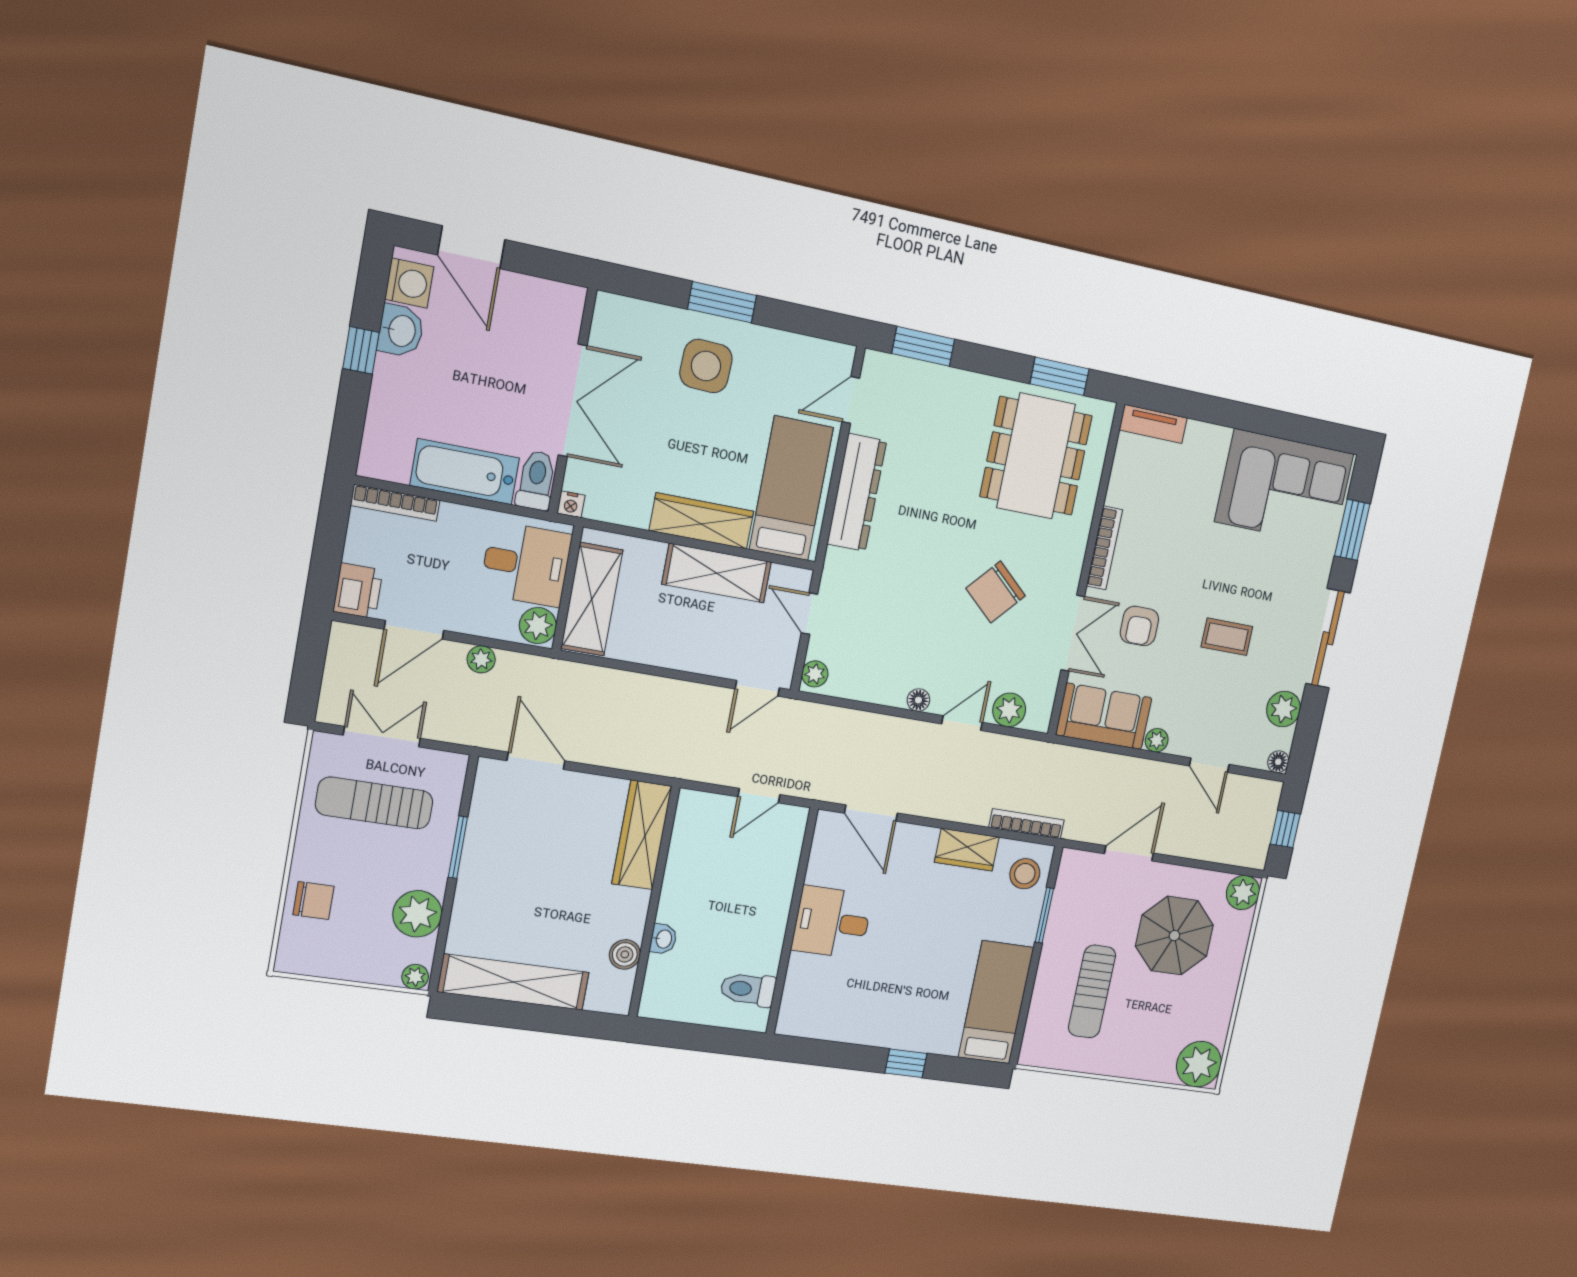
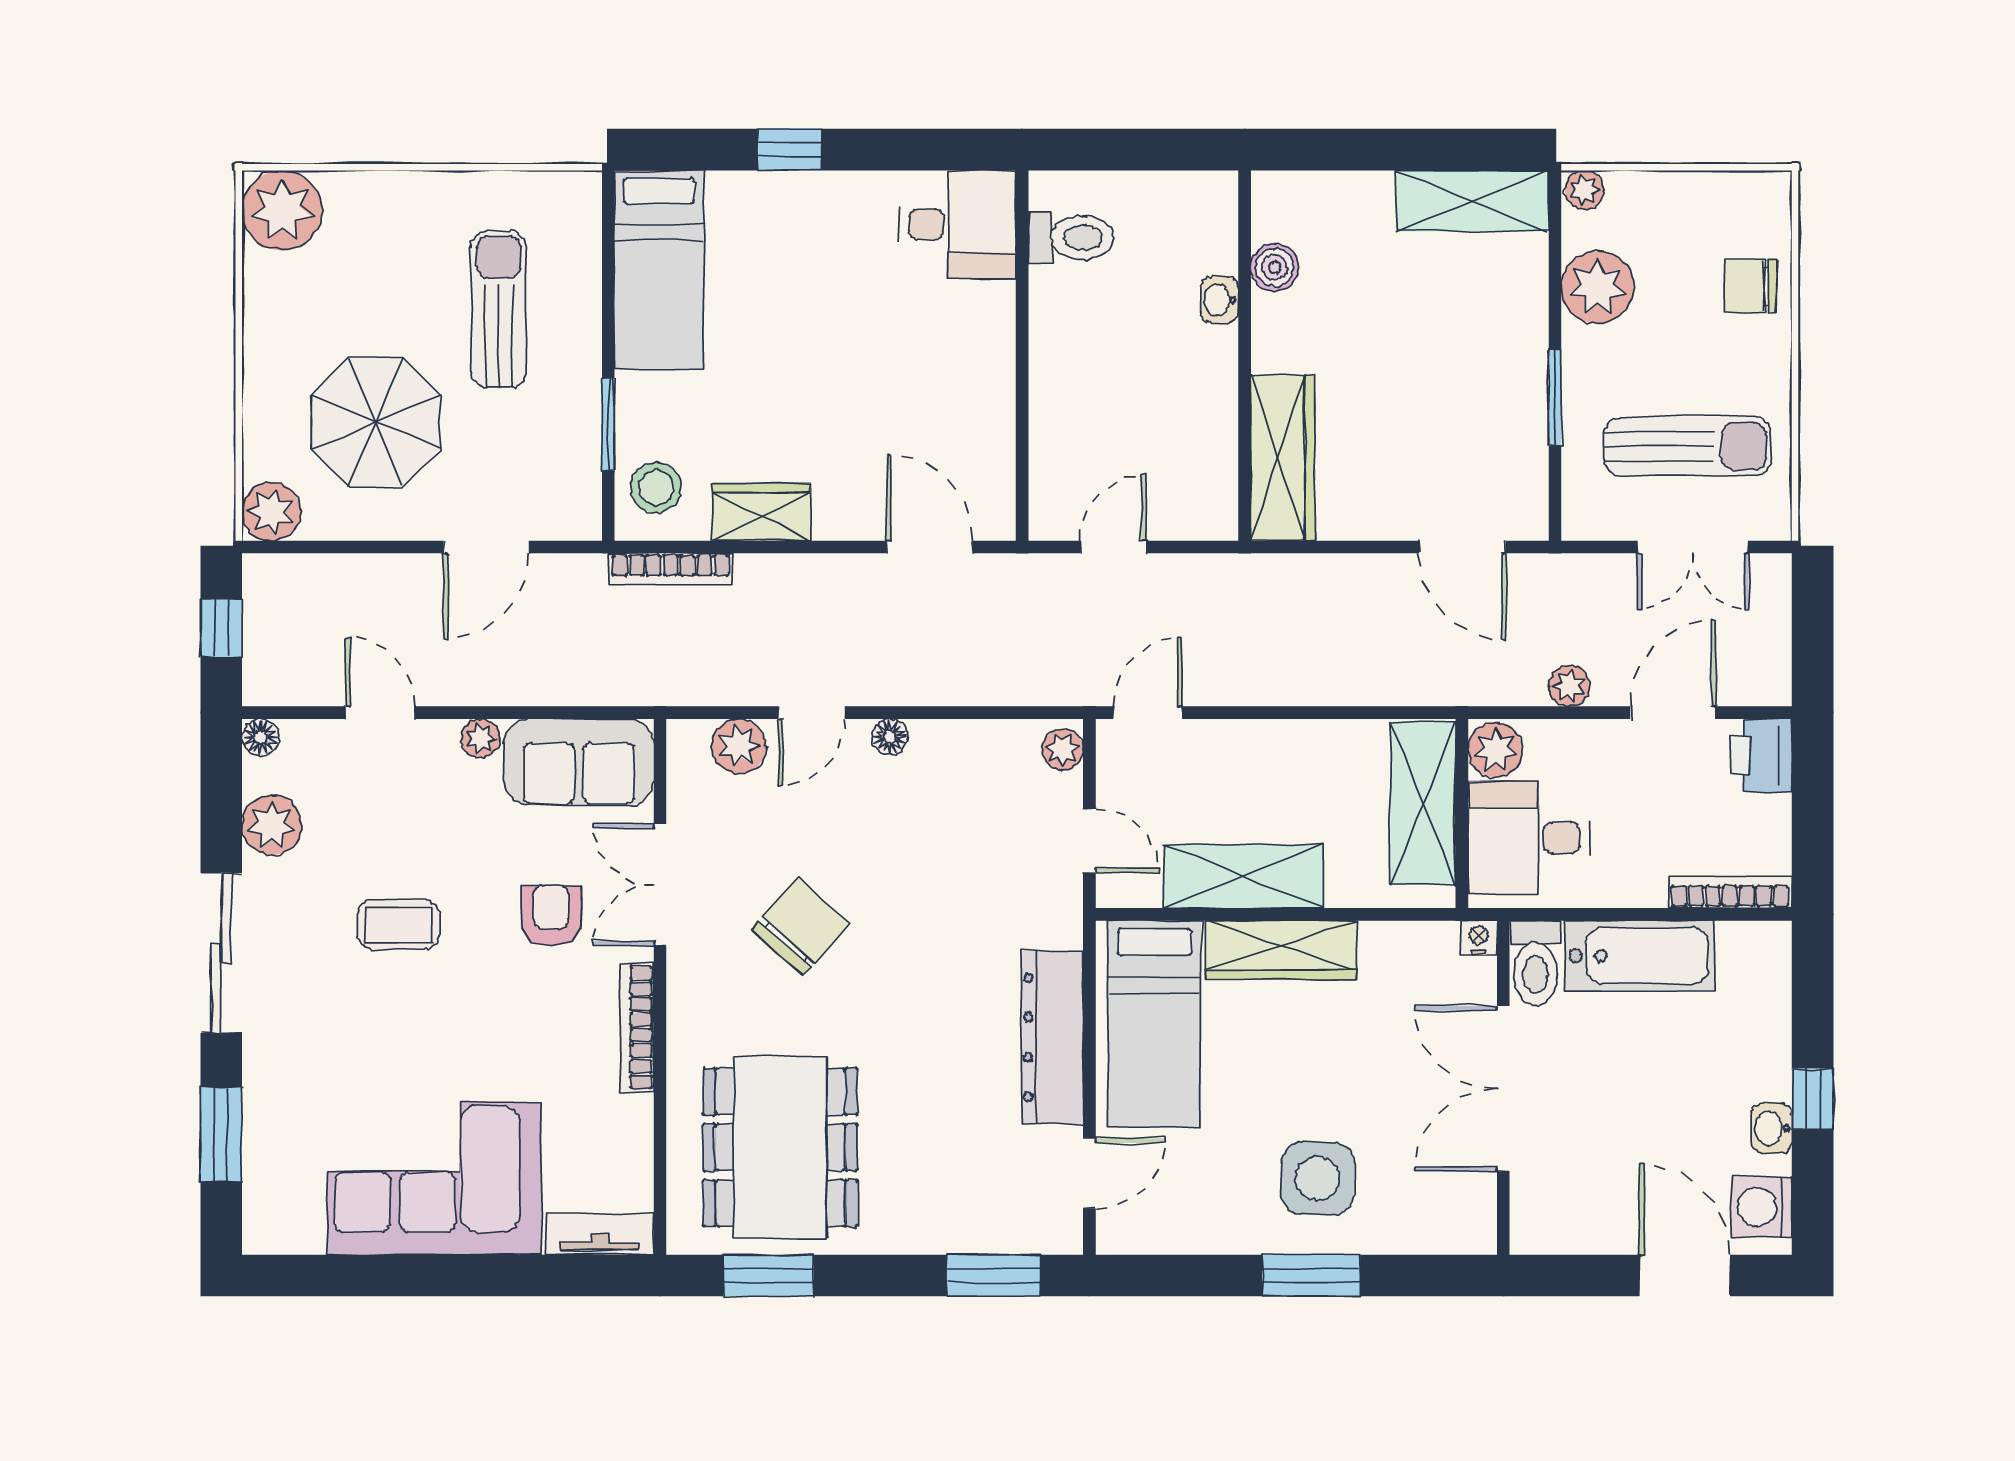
washbasin: (401, 331) -> (1772, 1128), width x0.72, depth x0.69
corner sofa: (1284, 488) -> (434, 1178), moved
desk: (832, 922) -> (958, 224), moved
shelving: (513, 982) -> (1472, 201), width x0.68

